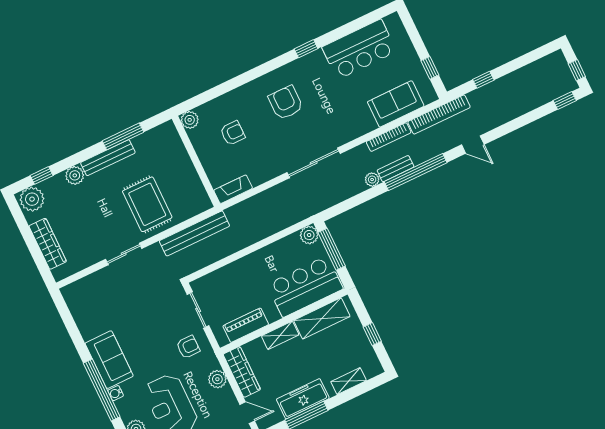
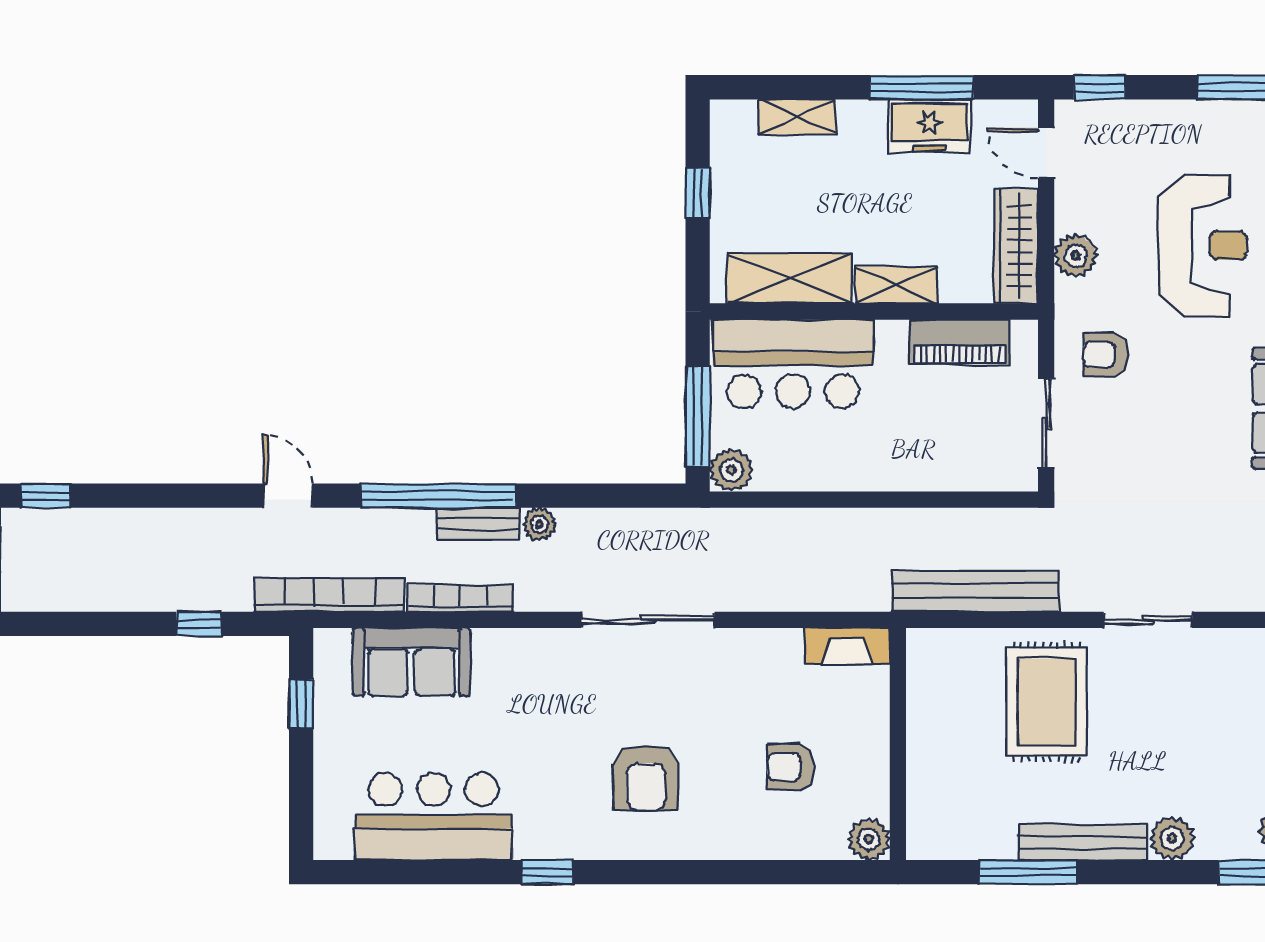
freezer: (303, 399) -> (929, 126), width x0.71

